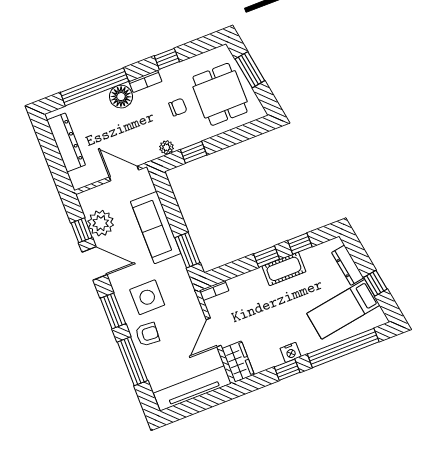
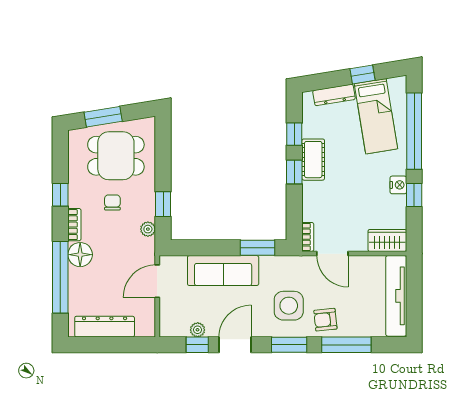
plant: (101, 223) -> (198, 330), width x0.53, depth x0.53
door: (214, 333) -> (332, 254), moved
armchair: (147, 334) -> (325, 320), turned -100

